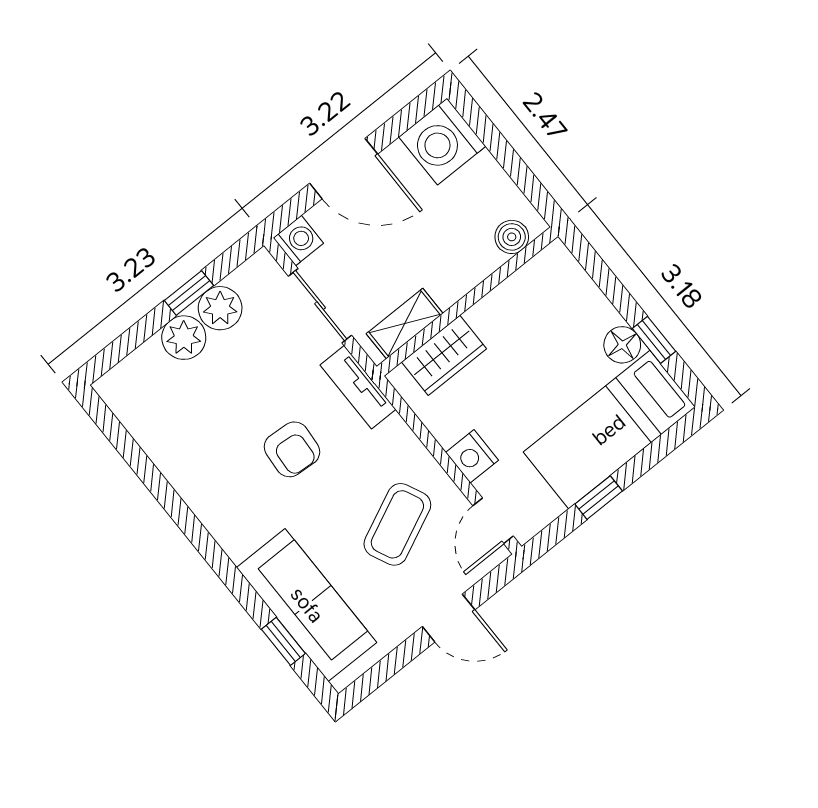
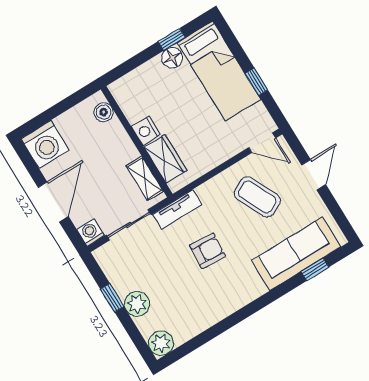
plant: (220, 308) -> (161, 343), moved
nightstand: (472, 456) -> (146, 131), moved, turned 90

